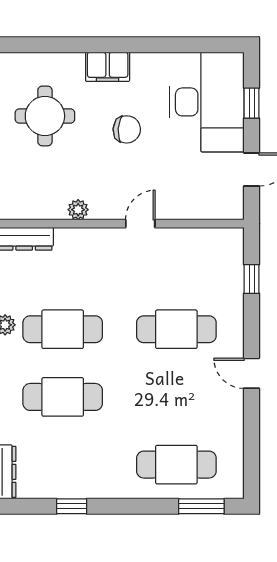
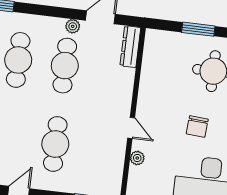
plant: (78, 210) -> (137, 158), moved

